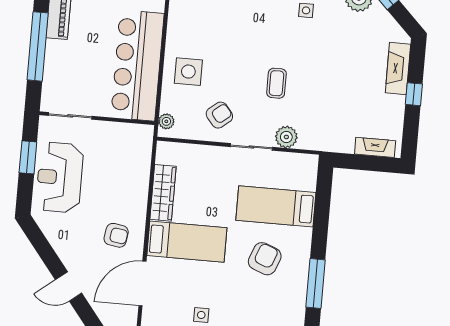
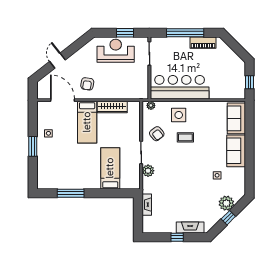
coffee table: (276, 83) -> (185, 137), moved
fireplace: (375, 147) -> (147, 205), moved
armchair: (265, 259) -> (82, 165), removed

